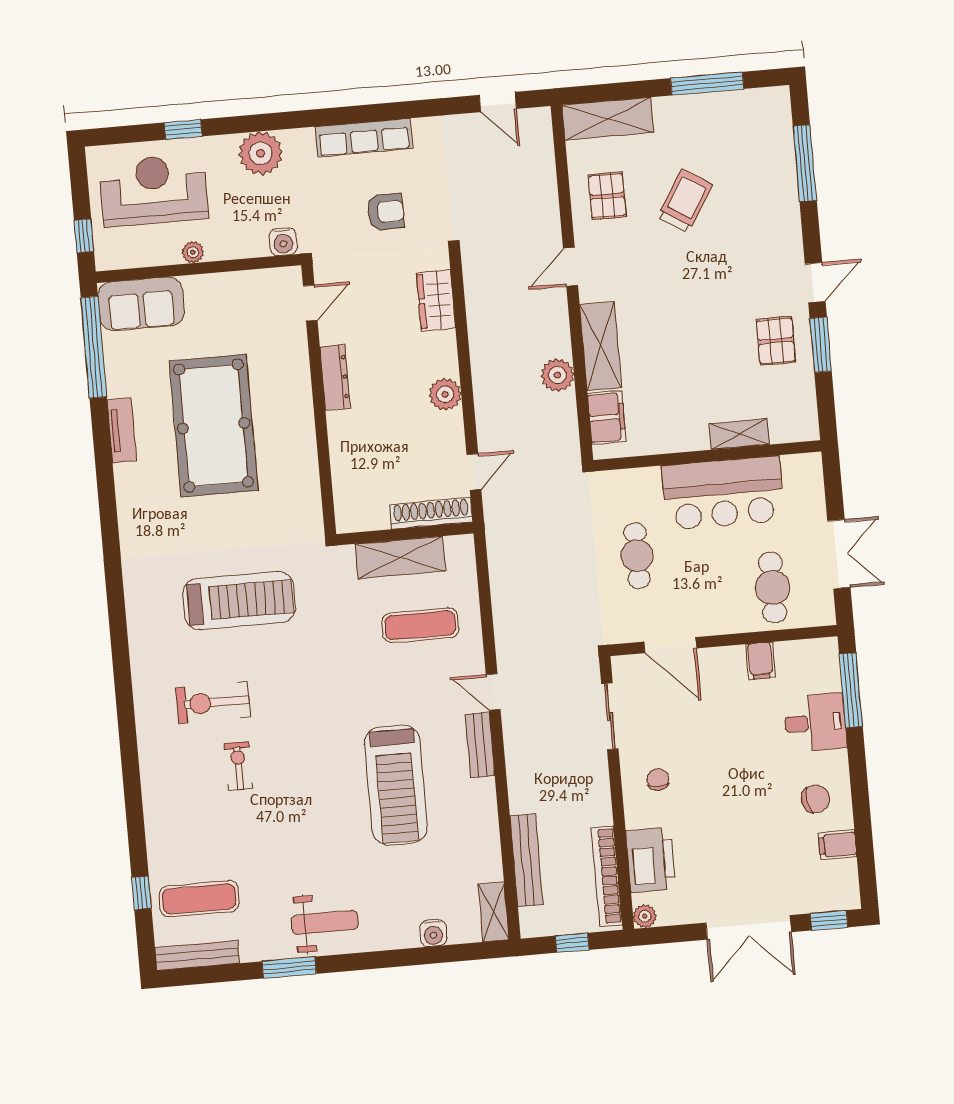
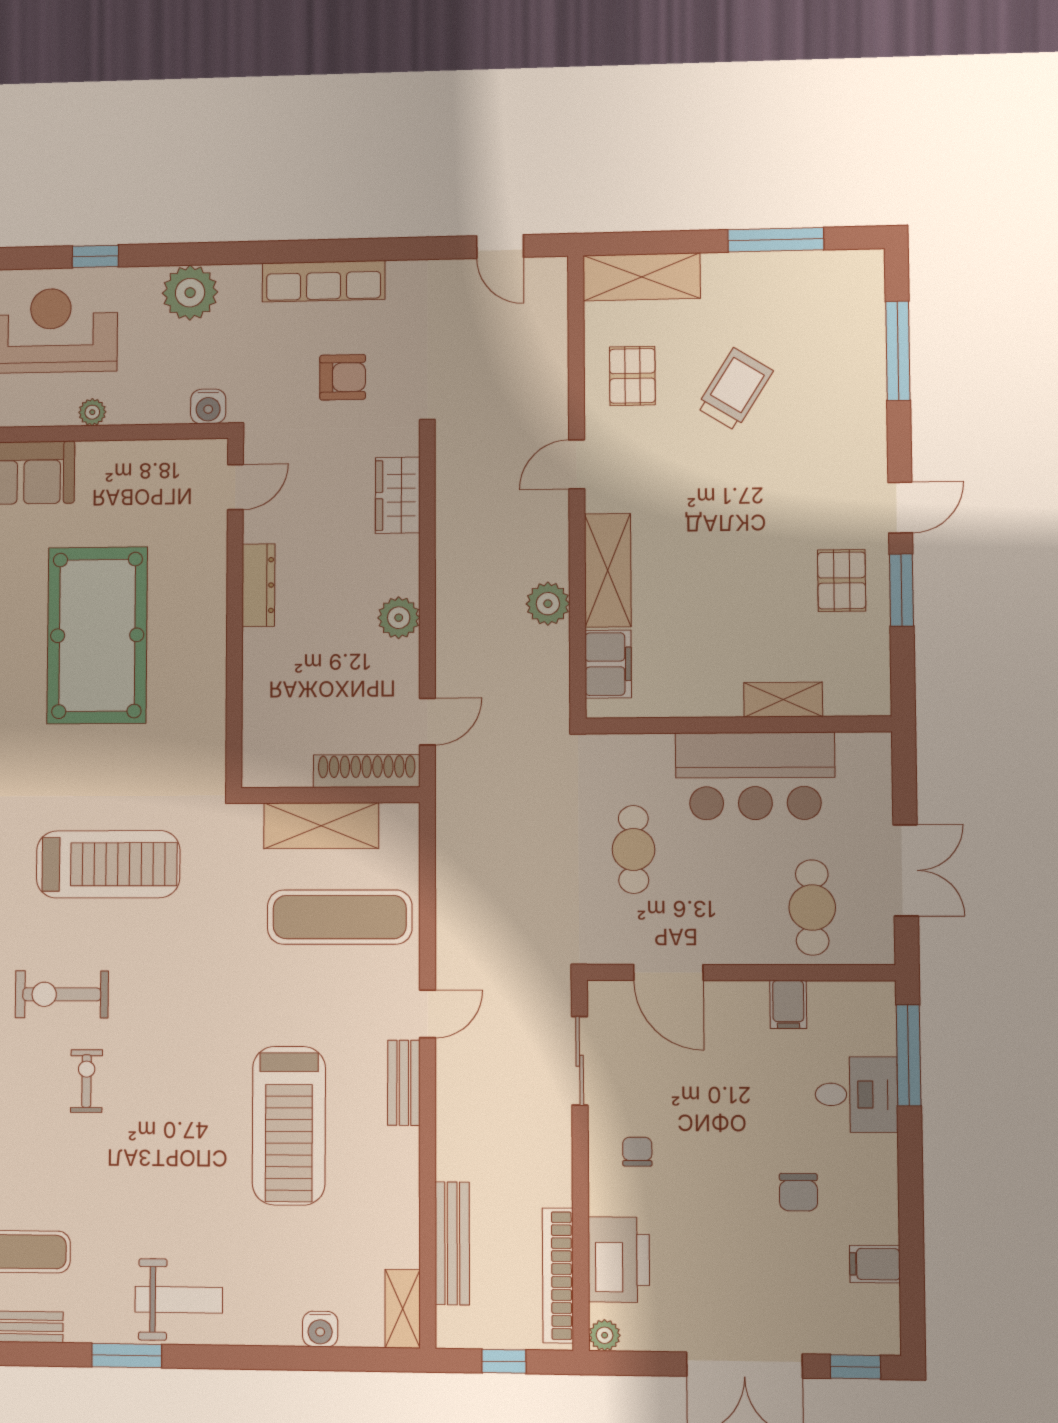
exercise mat: (420, 625) -> (340, 917), width x1.36, depth x1.45
door: (493, 692) -> (428, 1014), swing flipped
chair: (816, 799) -> (798, 1192), moved, turned 100

